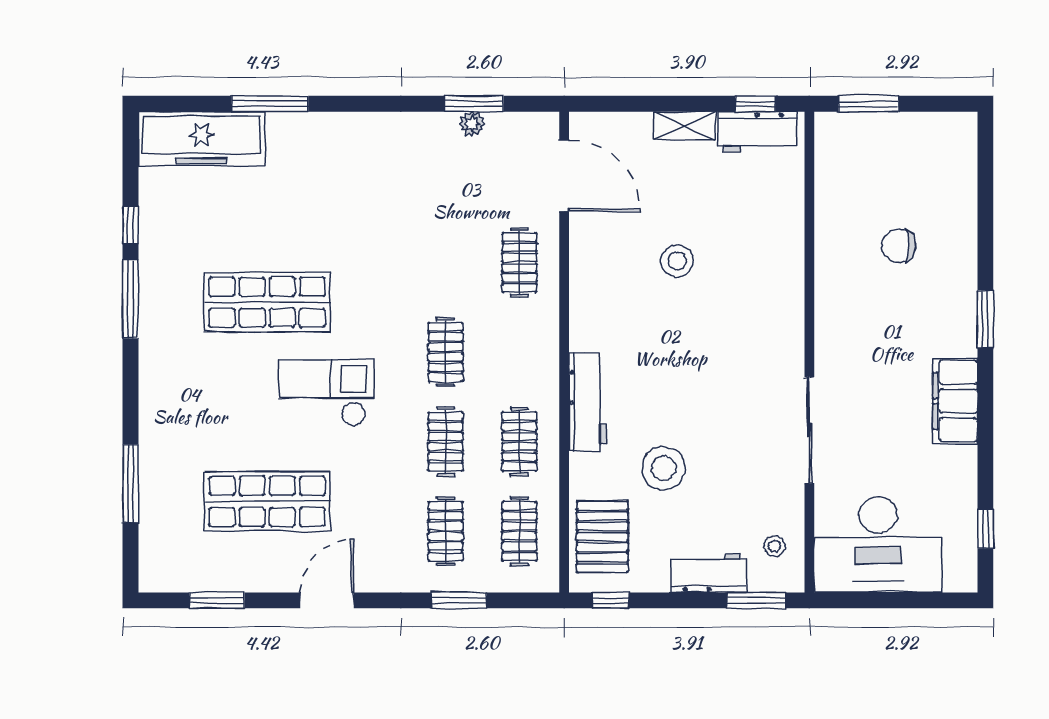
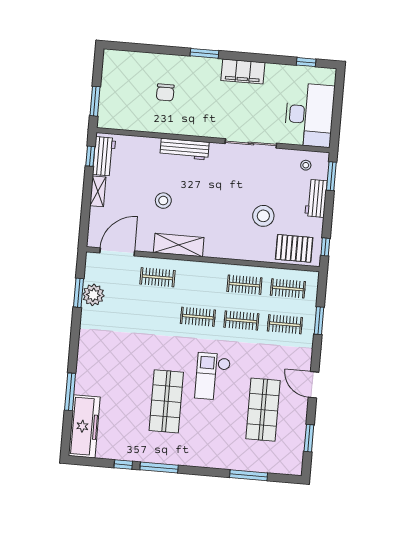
plant: (472, 124) -> (93, 295), width x1.88, depth x1.88
shelving: (589, 300) -> (179, 245), added
workbench: (587, 402) -> (185, 149), moved, turned 180

